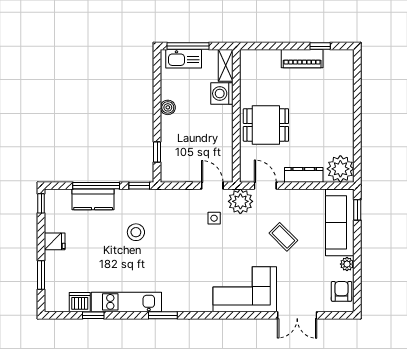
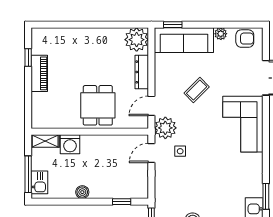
kitchen sink: (184, 59) -> (39, 182), width x0.73
armchair: (341, 291) -> (245, 39), turned 180

